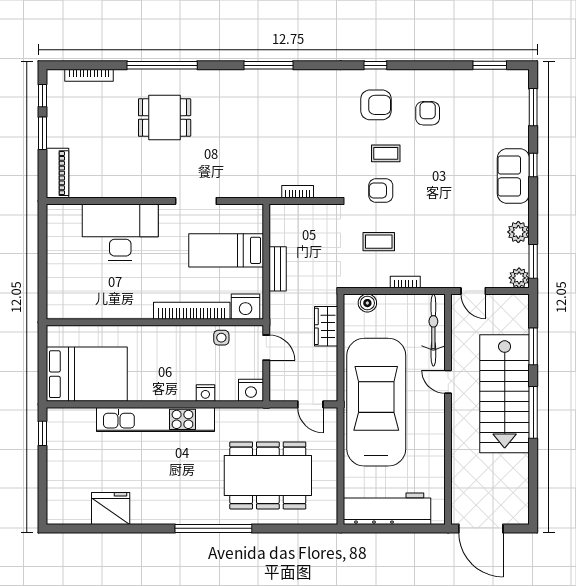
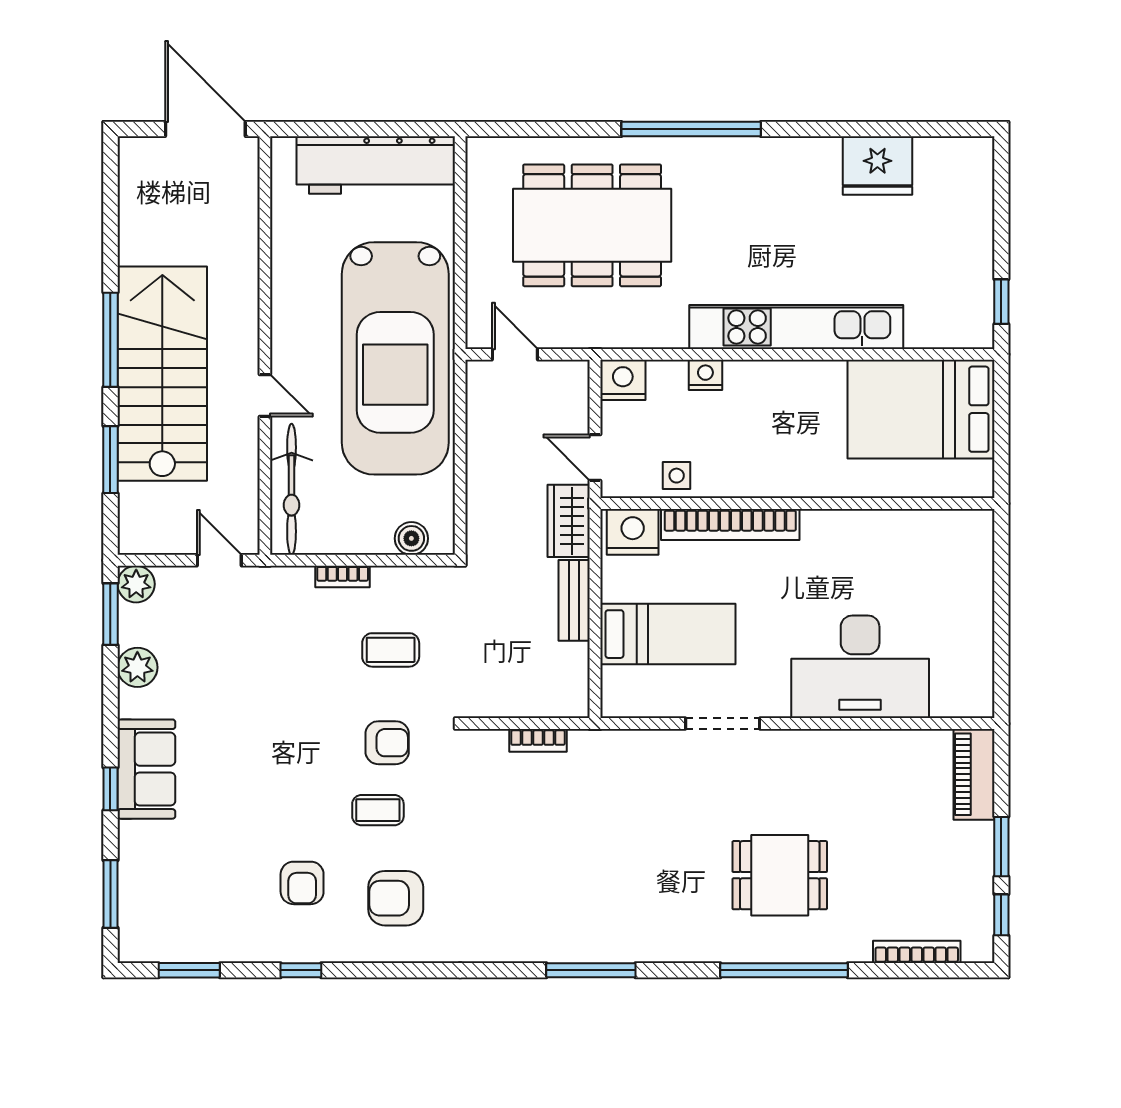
window: (375, 65) -> (301, 970), moved
wardrobe: (326, 326) -> (569, 521), moved, turned 180

